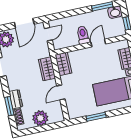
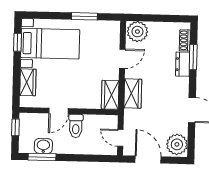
washbasin: (115, 12) -> (43, 146), moved
door: (24, 23) -> (148, 160), hinge flipped
door: (48, 34) -> (120, 138), hinge flipped
plant: (40, 118) -> (137, 32), moved

